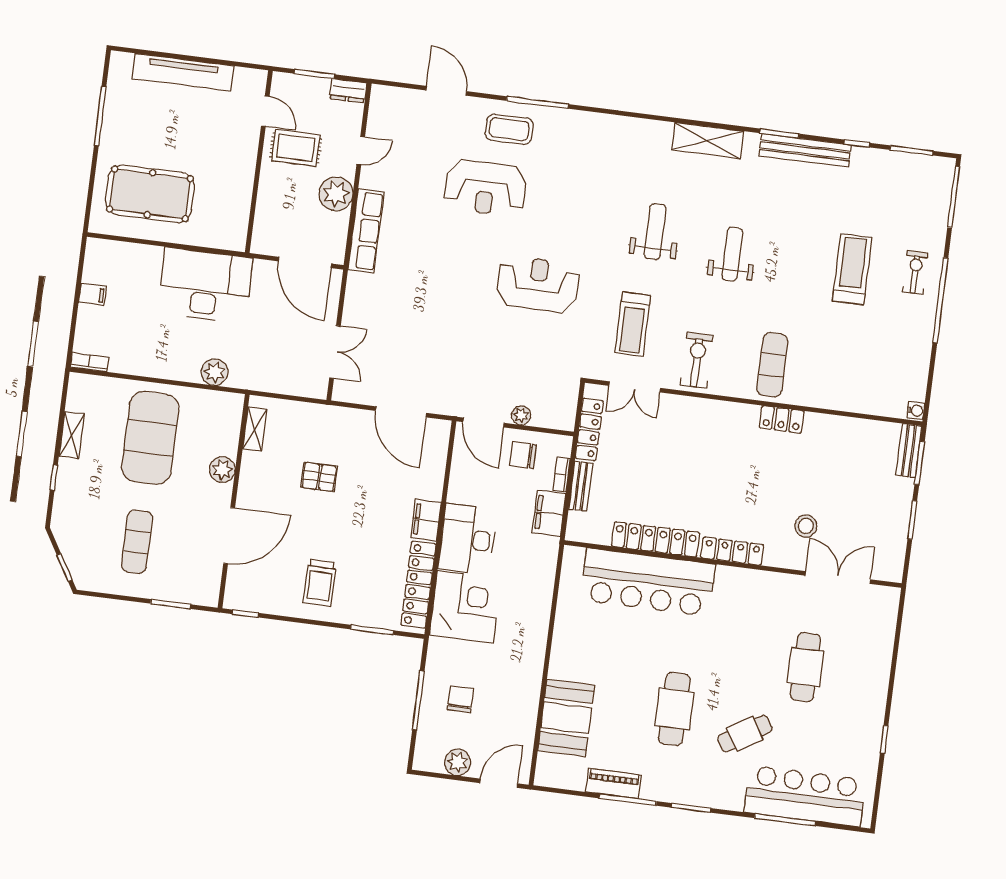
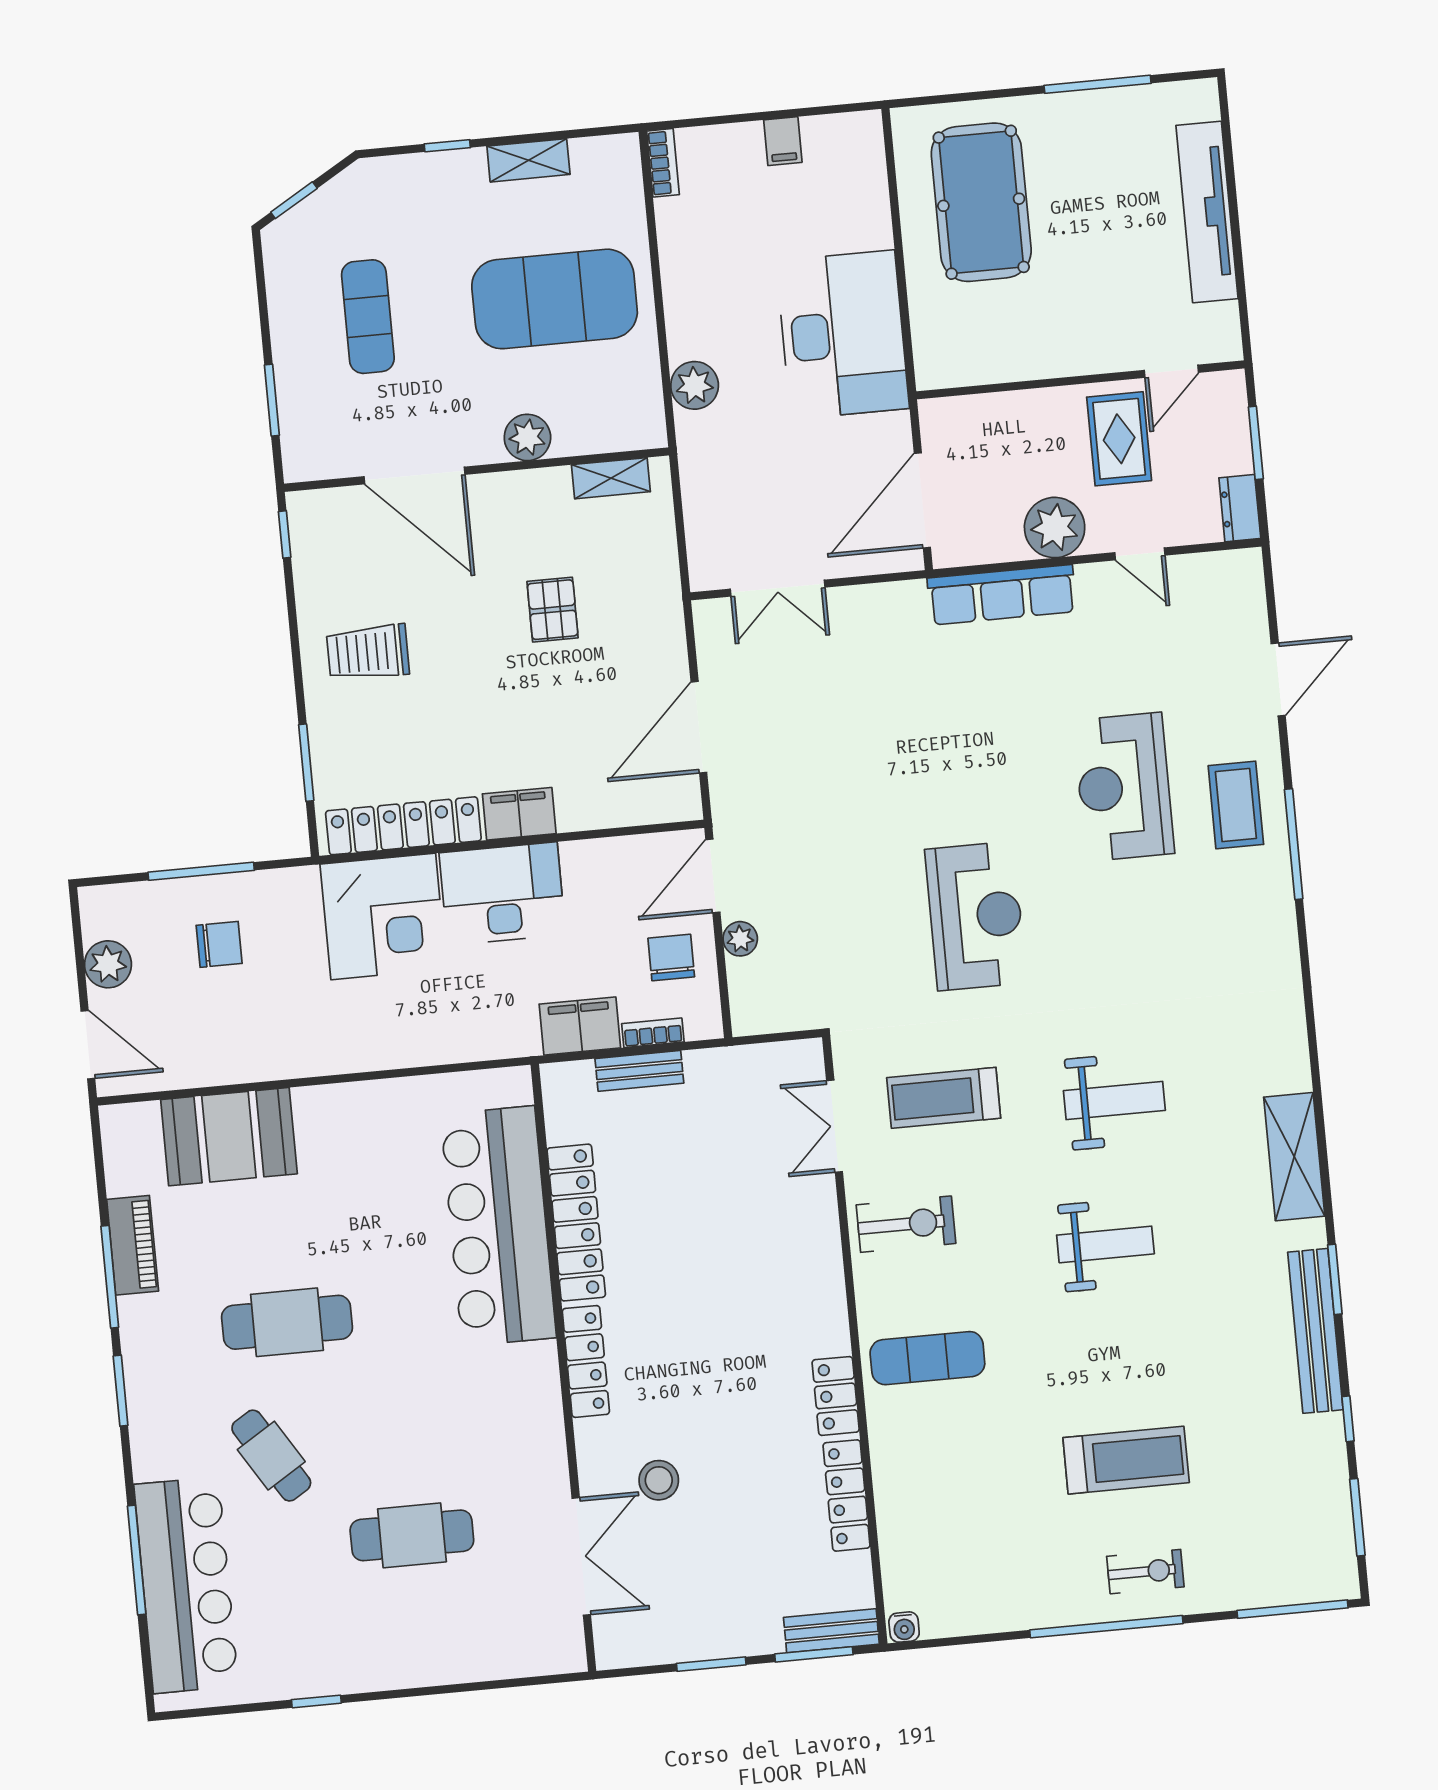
locker: (589, 430) -> (847, 1495), moved, turned 90
exercise mat: (137, 542) -> (368, 317), turned 90

